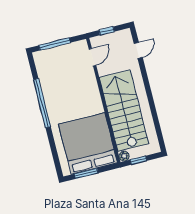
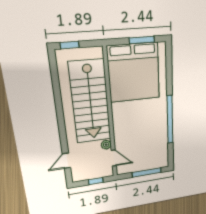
door: (92, 57) -> (114, 158), swing flipped
plant: (124, 156) -> (106, 145), moved
window: (138, 160) -> (70, 45), moved

